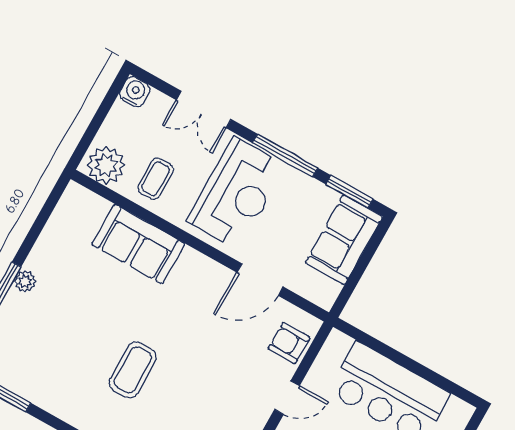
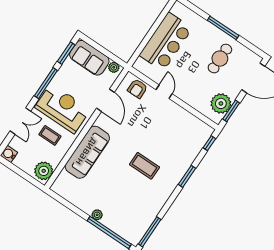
coffee table: (156, 179) -> (50, 135), moved
sofa: (138, 244) -> (87, 152), width x1.36
plant: (328, 291) -> (114, 67), added

